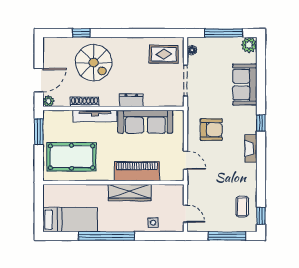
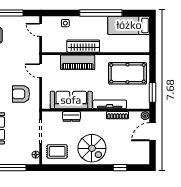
spiral stairs: (94, 63) -> (92, 148), moved, turned 180
dresser: (131, 100) -> (71, 116), moved

